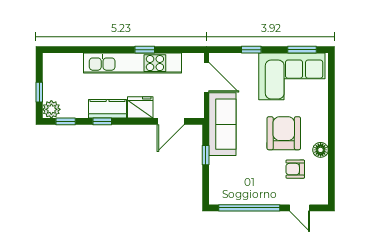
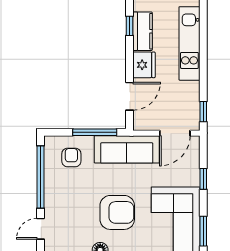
window: (145, 50) -> (203, 112), moved
kitchen unit: (132, 63) -> (189, 43), width x0.73
door: (171, 121) -> (129, 96), swing flipped
window: (206, 155) -> (95, 132), width x2.17
armchair: (295, 169) -> (71, 157), moved

